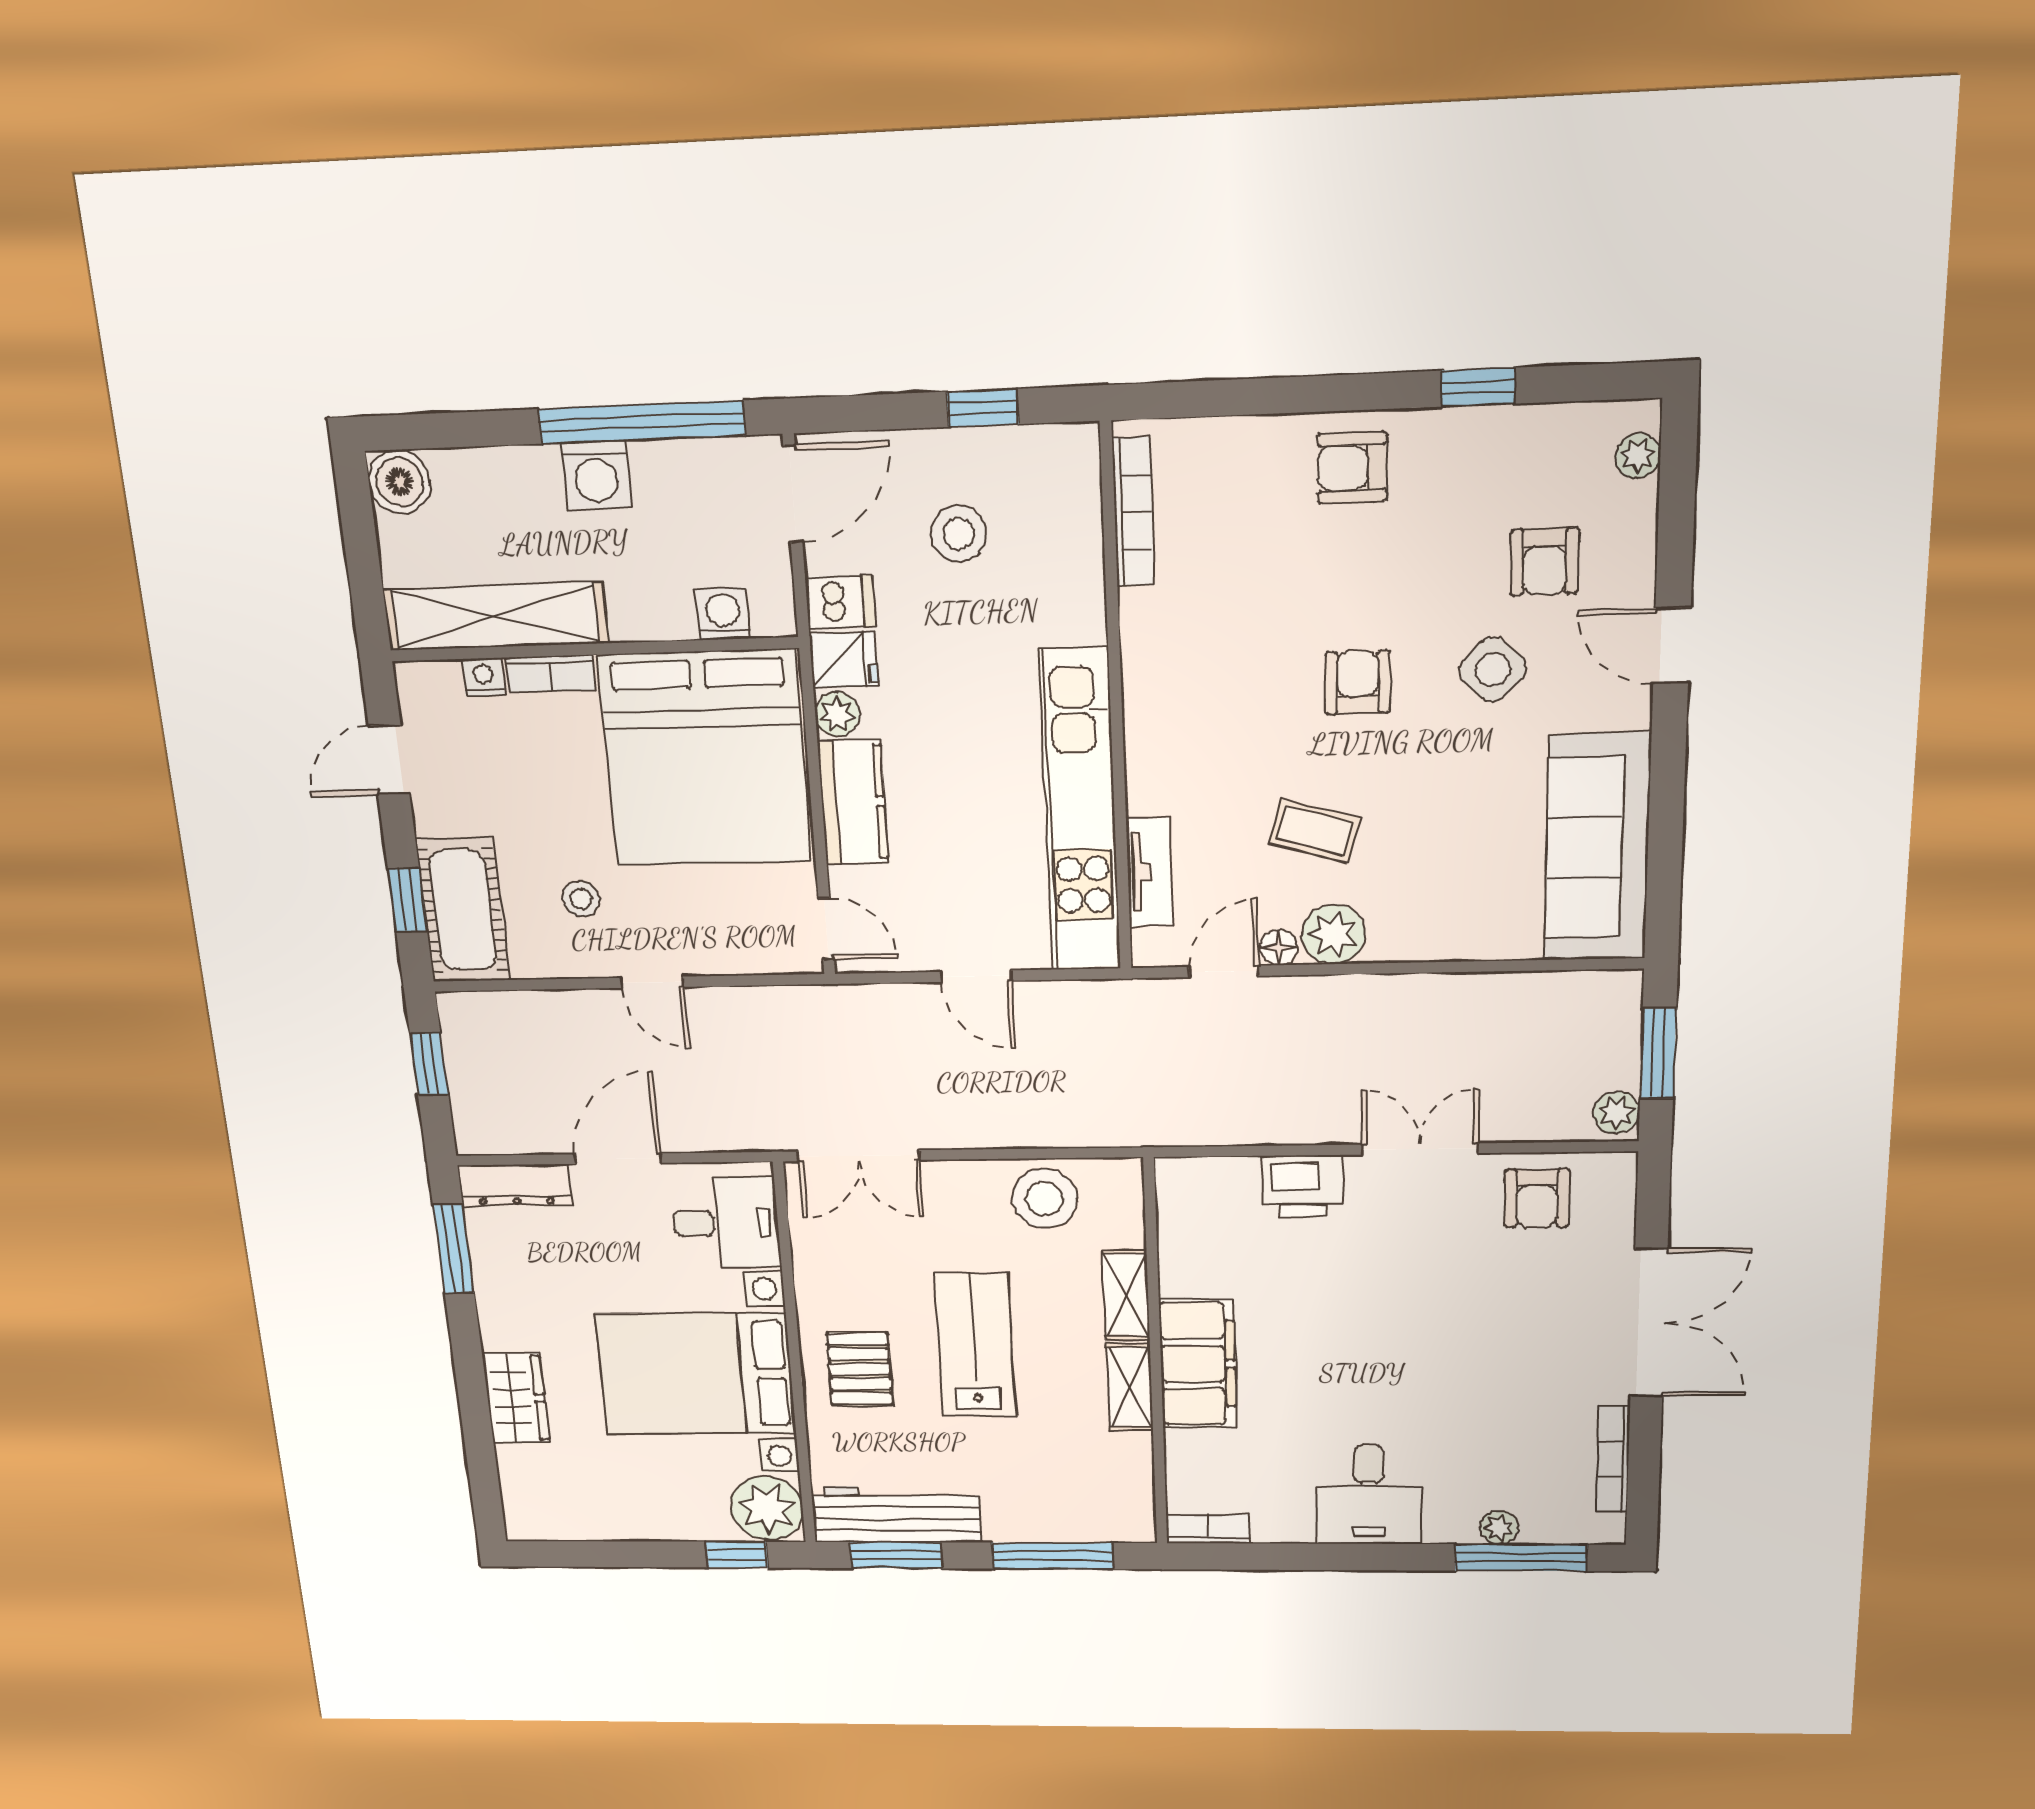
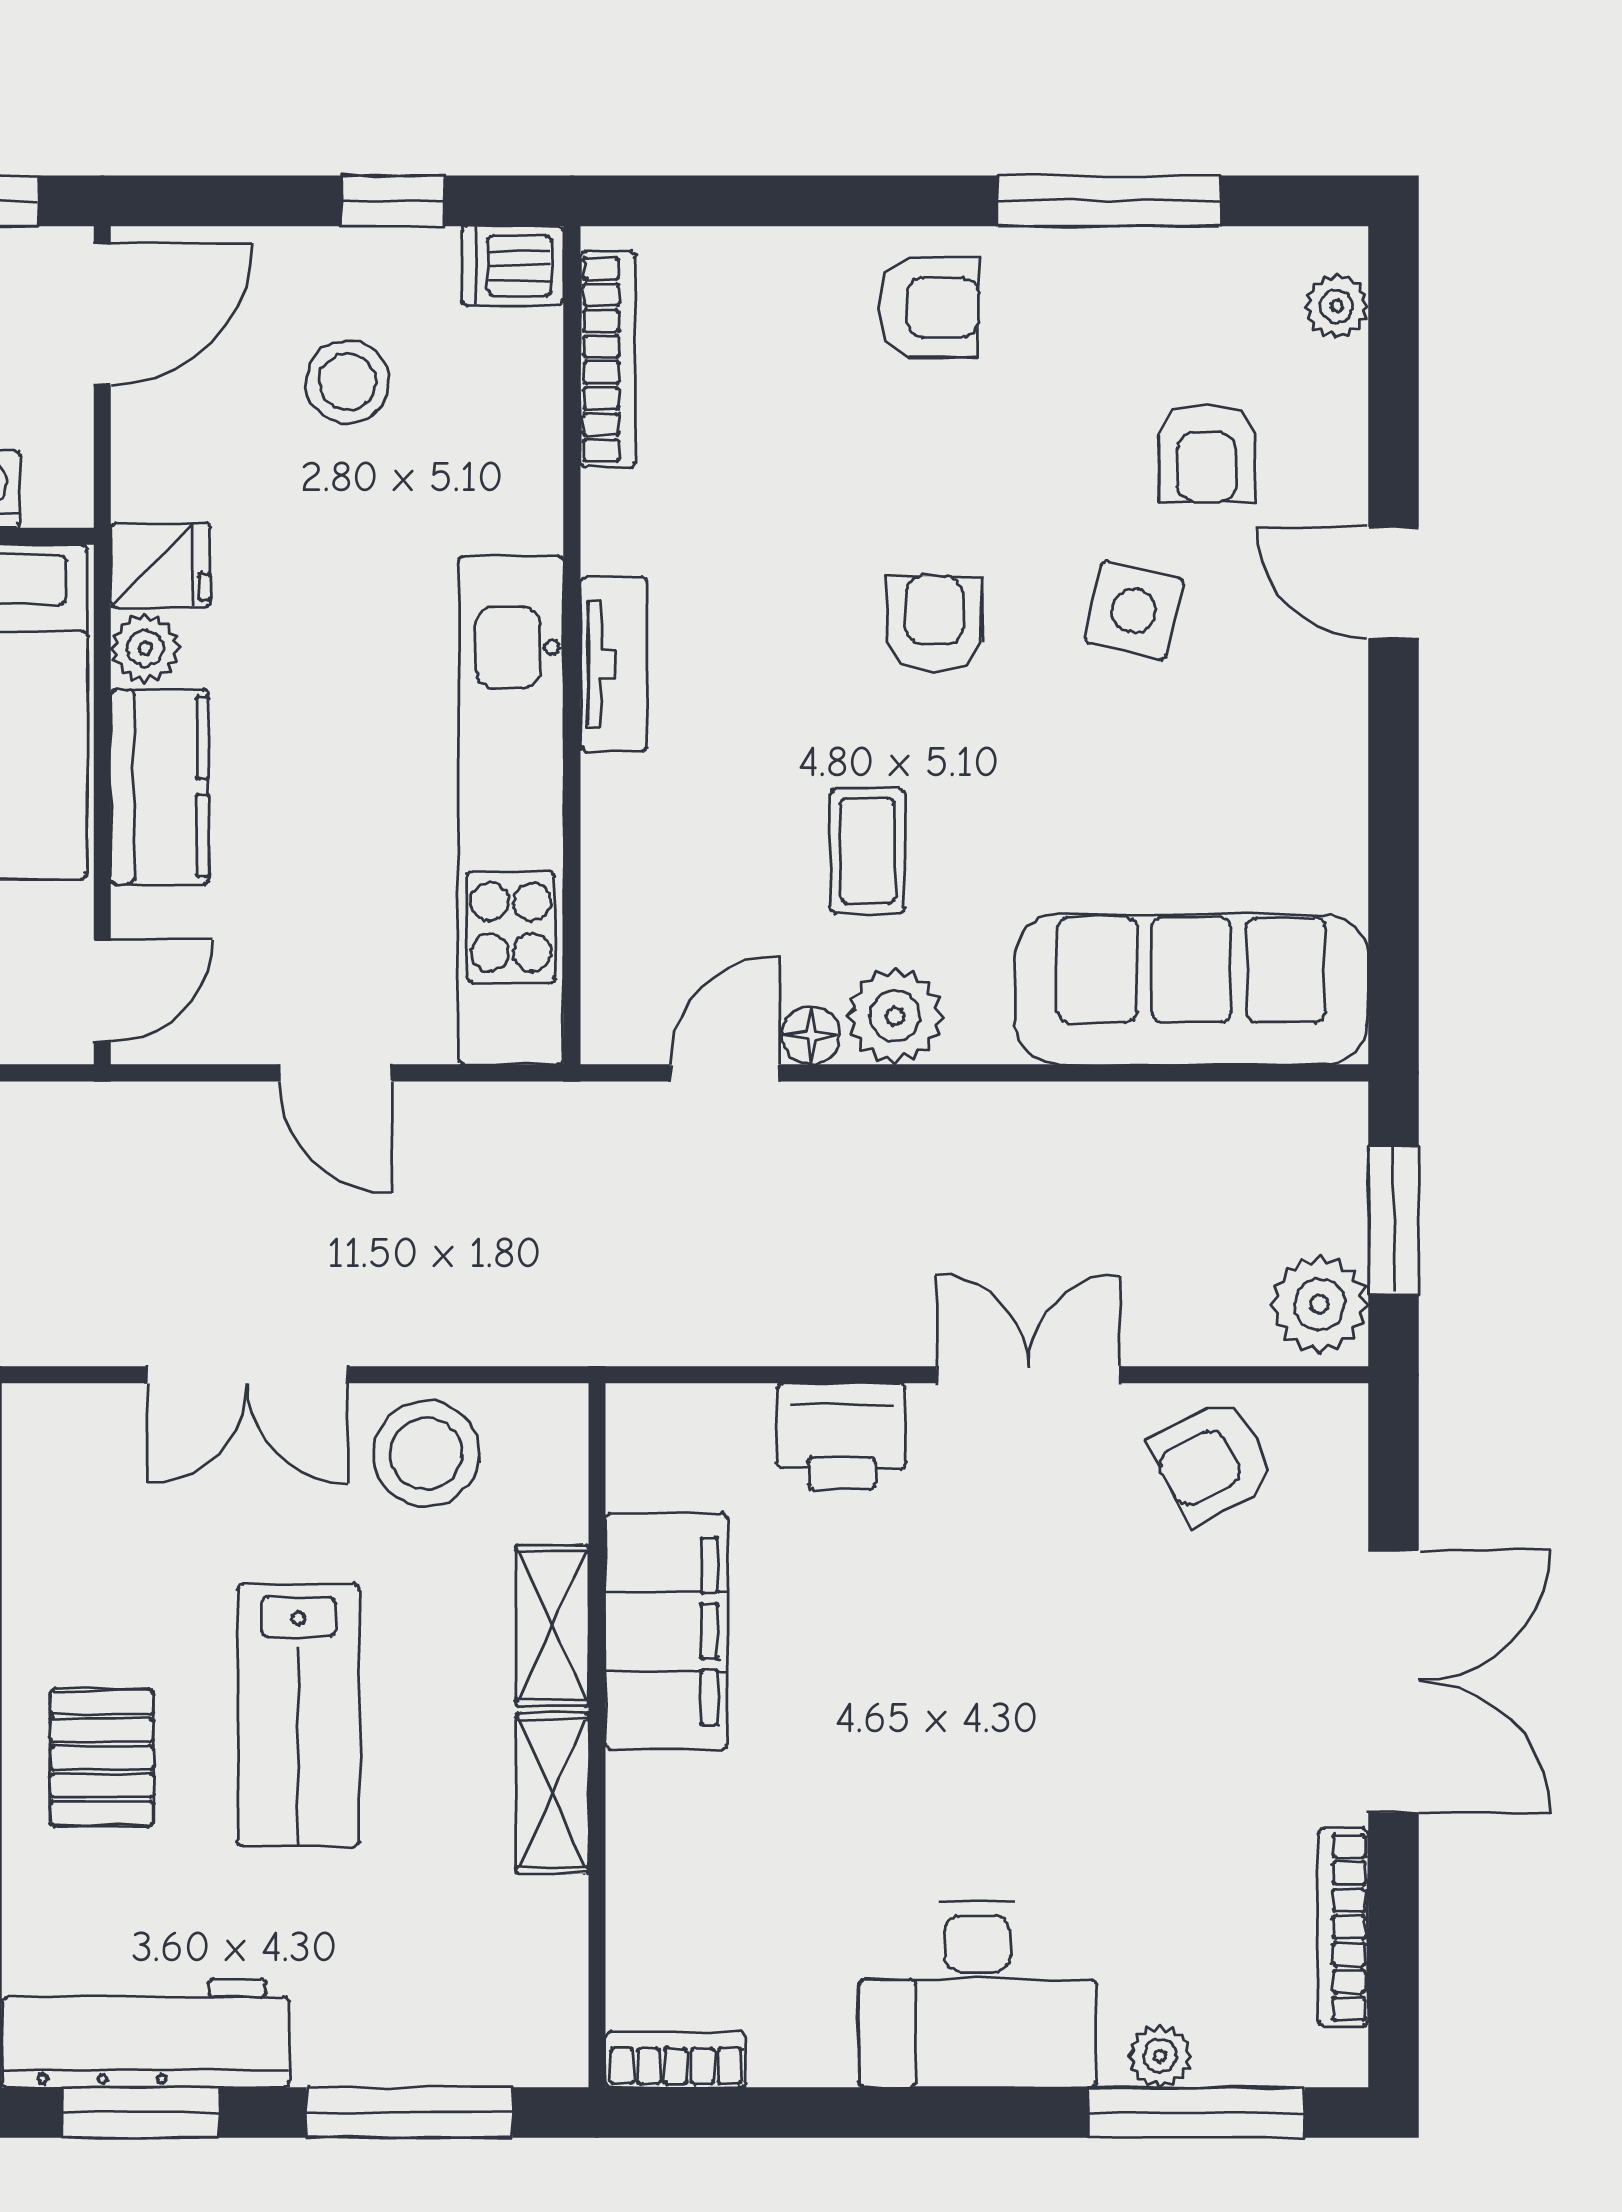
window: (1478, 387) -> (1109, 201), width x2.17
armchair: (1352, 468) -> (929, 307), turned 180
dishwasher: (840, 602) -> (512, 266), moved, turned 180
side table: (1493, 670) -> (1134, 610), turned -31
coffee table: (1314, 831) -> (868, 851), turned 74
sofa: (1597, 848) -> (1191, 989), moved, turned 90
tv unit: (1149, 872) -> (614, 664), moved
door: (826, 929) -> (102, 990), hinge flipped
plant: (1616, 1113) -> (1319, 1304), width x1.38, depth x1.38
double door: (859, 1156) -> (247, 1375), moved
armchair: (1537, 1198) -> (1212, 1461), turned 62
lab bench: (975, 1345) -> (298, 1715), turned 180
filing cabinet: (1198, 1364) -> (667, 1631), moved
desk: (1369, 1495) -> (977, 1994), width x1.37

